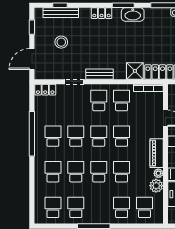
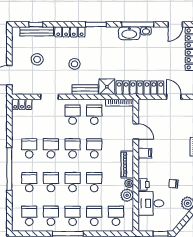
locker: (102, 13) -> (70, 32), width x1.53
washbasin: (133, 15) -> (129, 33), moved
window: (32, 27) -> (9, 45), removed
stool: (101, 47) -> (75, 64), added
bench: (99, 74) -> (85, 90), moved
window: (32, 134) -> (9, 169), moved
school desk: (99, 207) -> (73, 216), added

